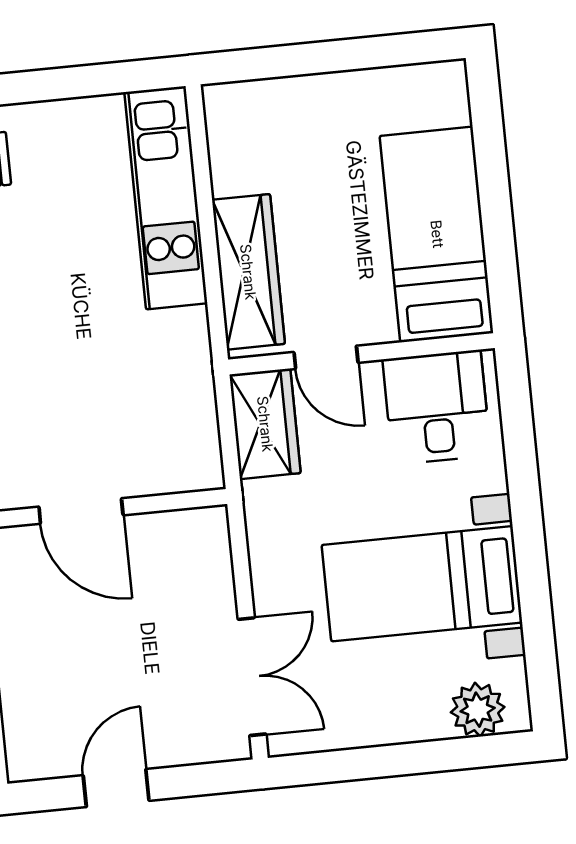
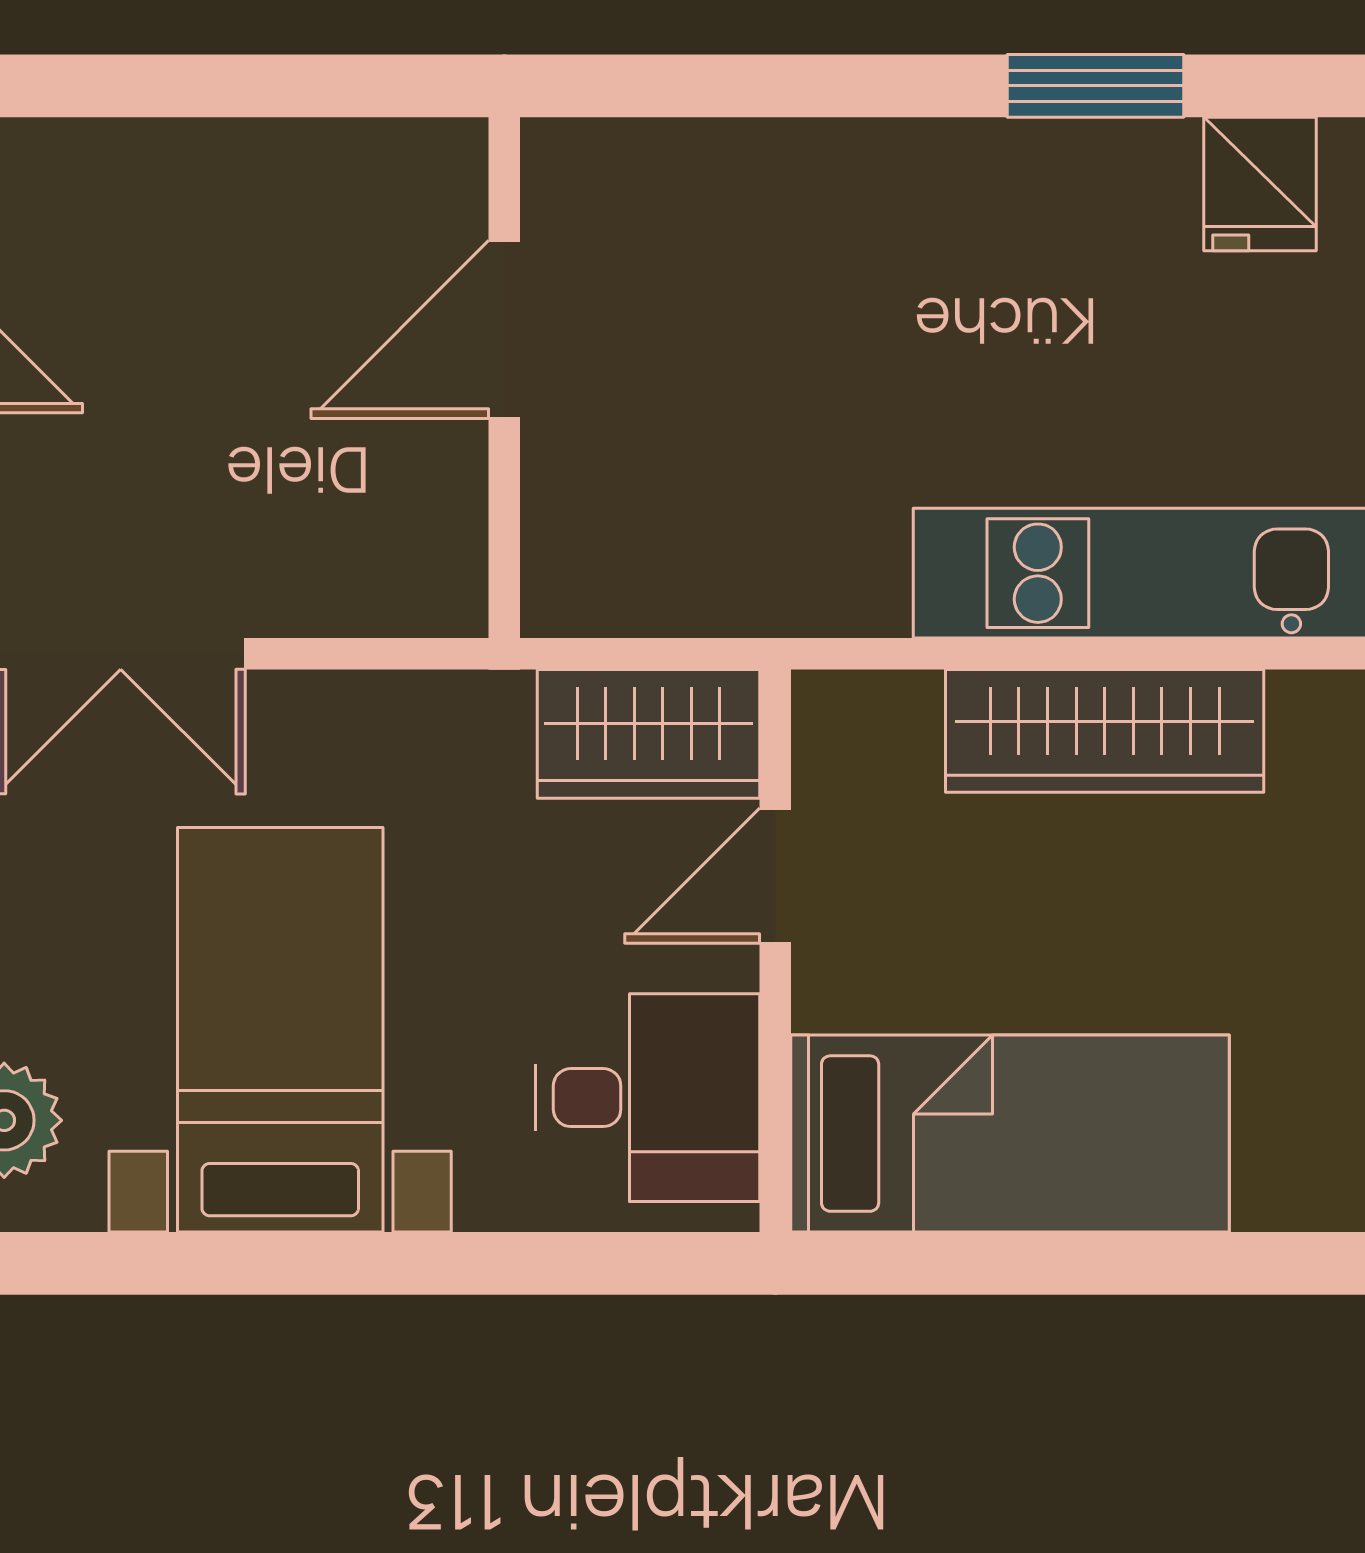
wardrobe: (248, 272) -> (1105, 731), moved

